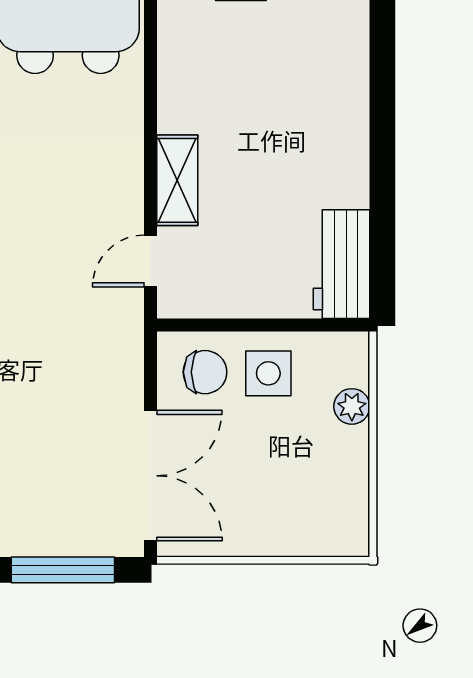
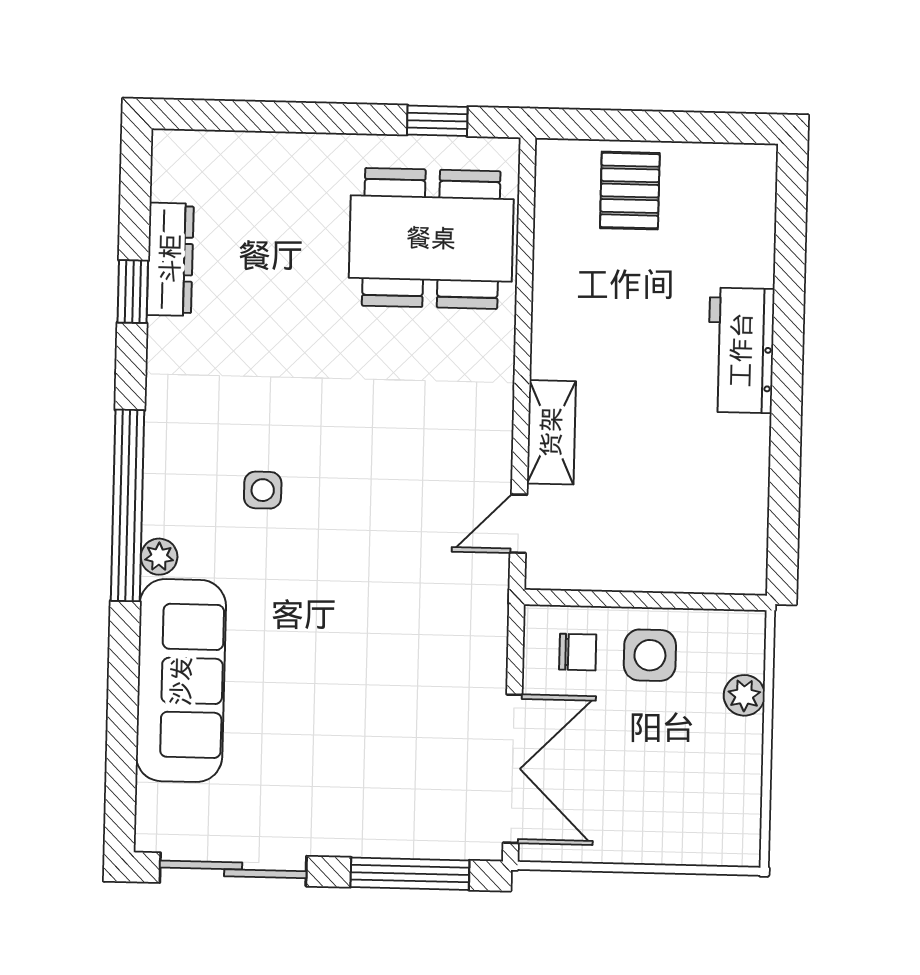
workbench: (342, 264) -> (741, 350), moved
chair: (205, 372) -> (578, 652), width x0.73, depth x0.73

